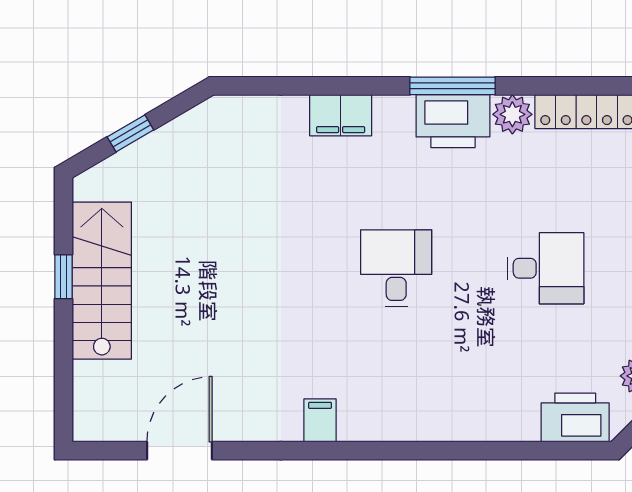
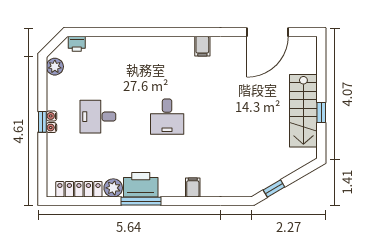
filing cabinet: (341, 115) -> (193, 187), width x0.50
window: (130, 133) -> (274, 189), moved
printer: (575, 417) -> (77, 44), width x0.53, depth x0.68
door: (180, 451) -> (267, 32), width x1.36

